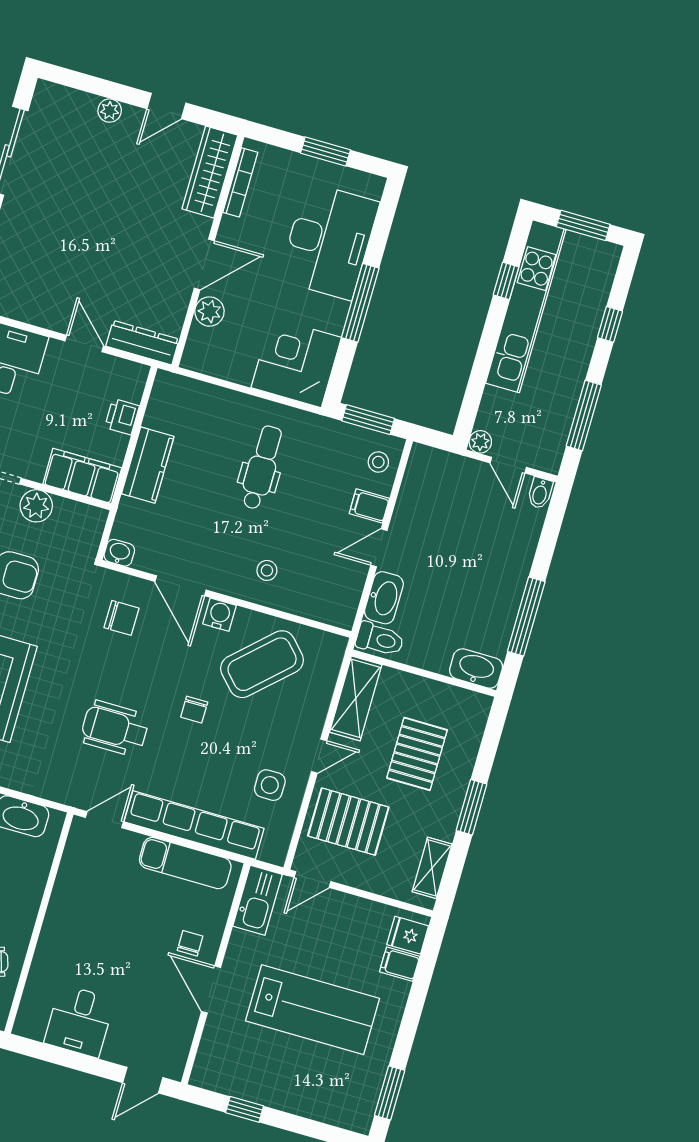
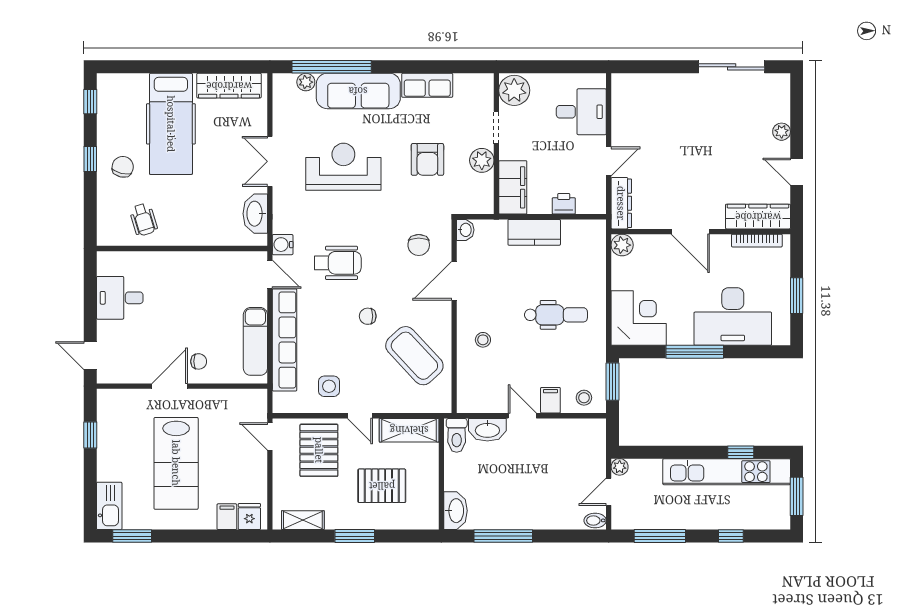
plant: (209, 312) -> (622, 245), moved
water cooler: (220, 615) -> (283, 245), moved, turned 180
wheelchair: (115, 728) -> (338, 263), turned 90
kitchen sink: (258, 900) -> (109, 506), moved, turned -90

